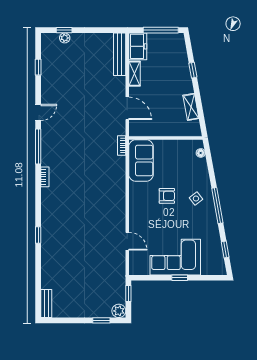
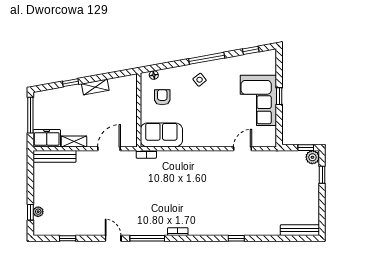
shelving: (191, 107) -> (95, 87), moved
armchair: (167, 196) -> (162, 97), moved
window: (128, 293) -> (306, 148), moved
bench: (46, 303) -> (300, 230), width x1.36

